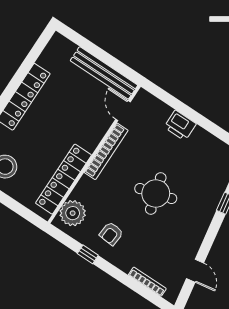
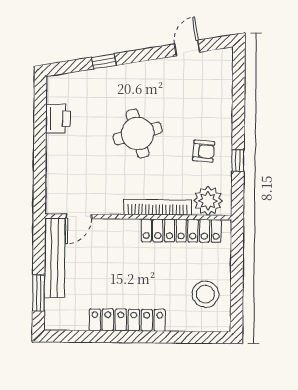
window: (86, 44) -> (39, 293), added
printer: (180, 125) -> (58, 119), moved
bookcase: (106, 151) -> (158, 207), moved
bookcase: (147, 282) -> (227, 87), removed

